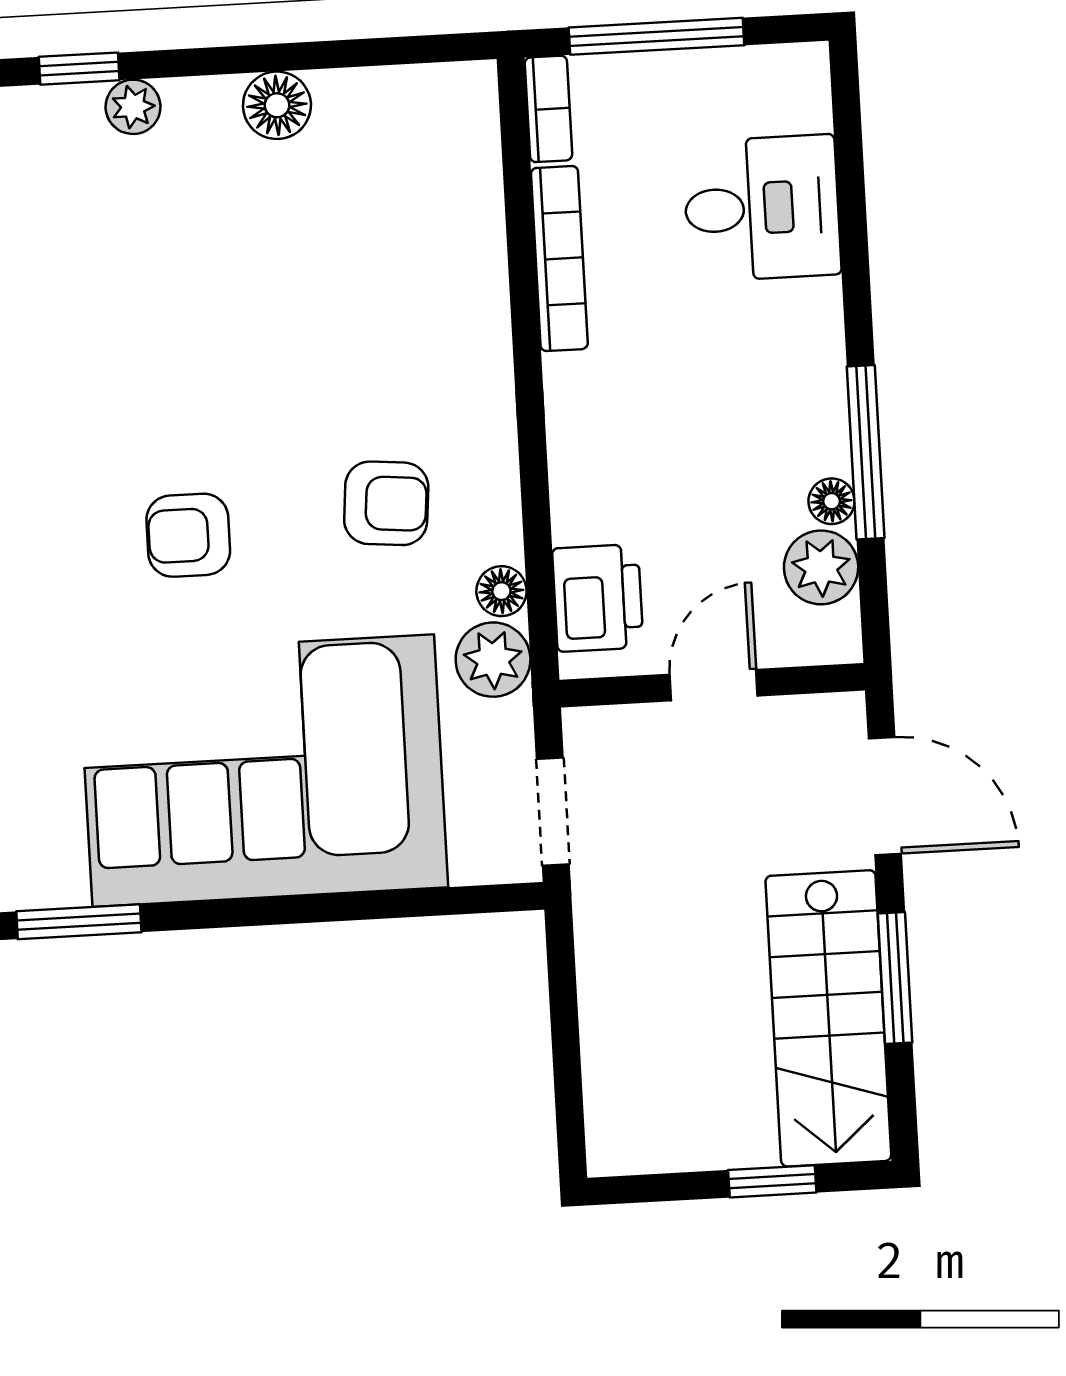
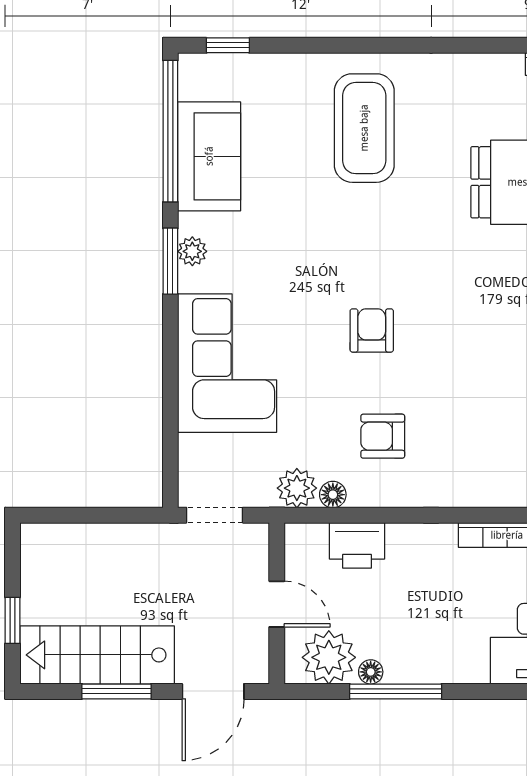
armchair: (386, 503) -> (383, 436), turned 85
plant: (821, 567) -> (329, 657), width x1.36, depth x1.36
printer: (598, 598) -> (357, 545), moved
corner sofa: (263, 771) -> (227, 363), width x0.73, depth x0.74
plant: (58, 882) -> (192, 251), added

